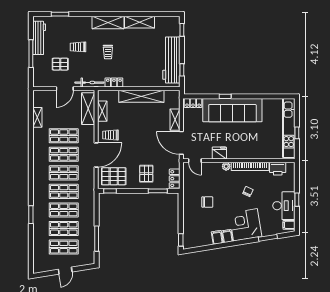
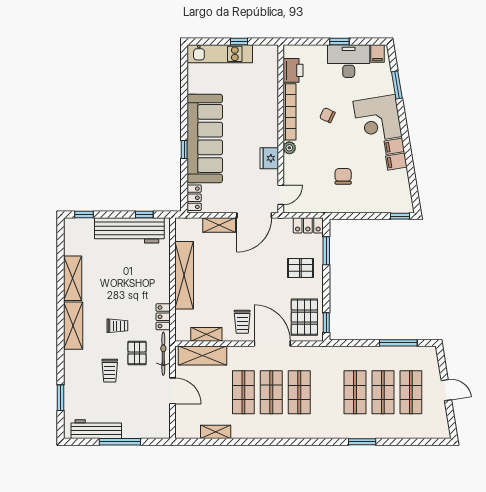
pallet: (60, 64) -> (137, 353), moved
kitchen unit: (289, 128) -> (220, 54), width x0.73
shop shelf: (64, 191) -> (327, 392), removed

